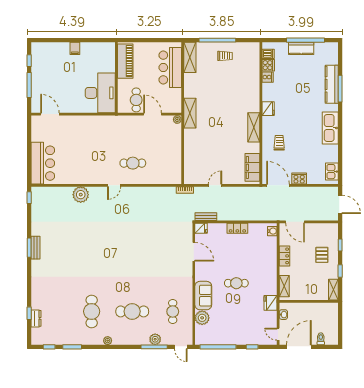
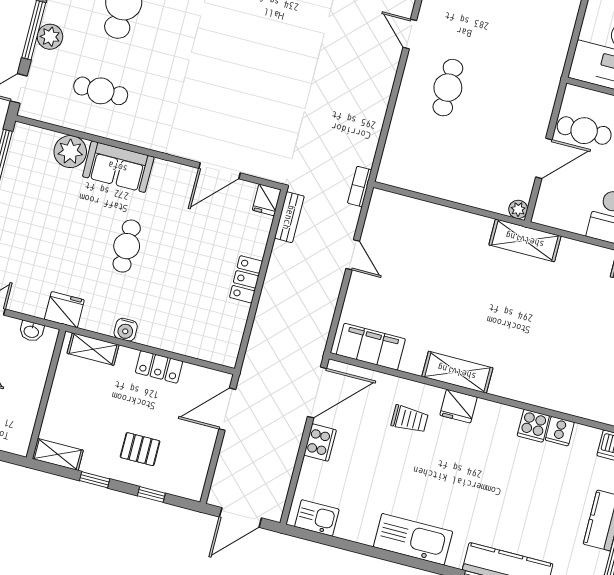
cooker: (268, 65) -> (533, 426), moved
fridge: (268, 109) -> (459, 406), moved
water cooler: (272, 231) -> (126, 330), moved

